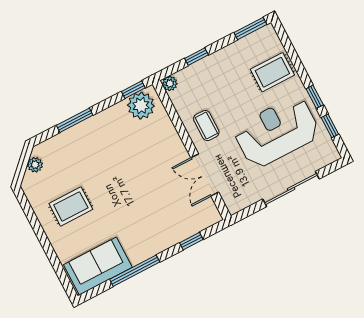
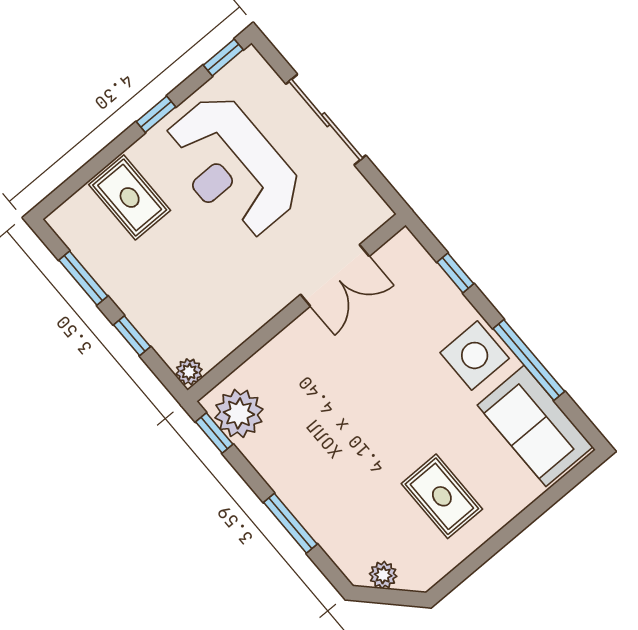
window: (250, 28) -> (83, 278), moved
coffee table: (206, 126) -> (248, 292), removed
window: (330, 126) -> (223, 57), moved
side table: (144, 242) -> (475, 355), added

